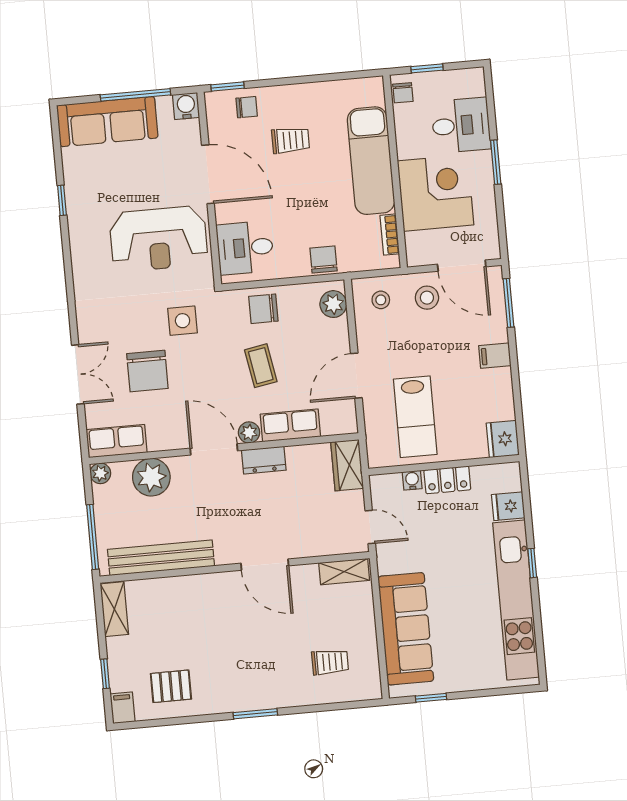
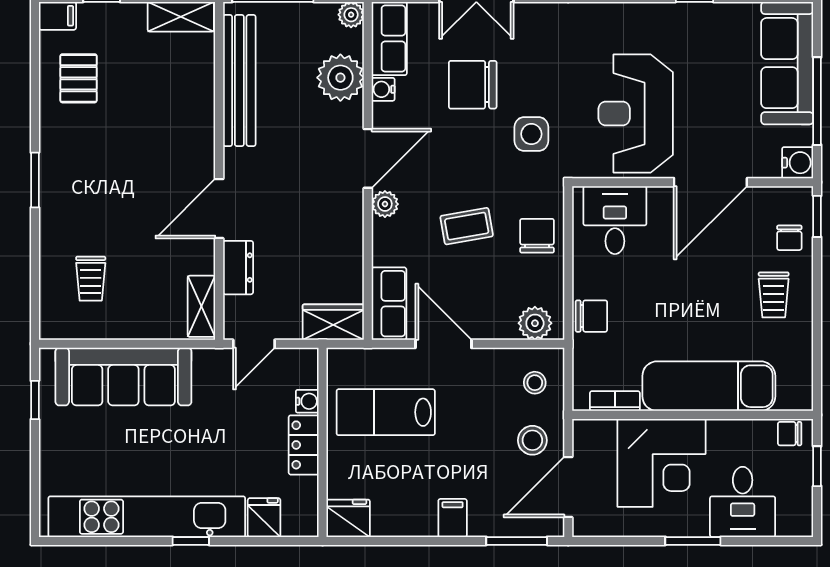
trolley: (291, 140) -> (774, 295), moved
row of seats: (290, 425) -> (389, 304), moved
water cooler: (158, 442) -> (383, 89), added
dresser: (264, 460) -> (238, 268), moved, turned 180

